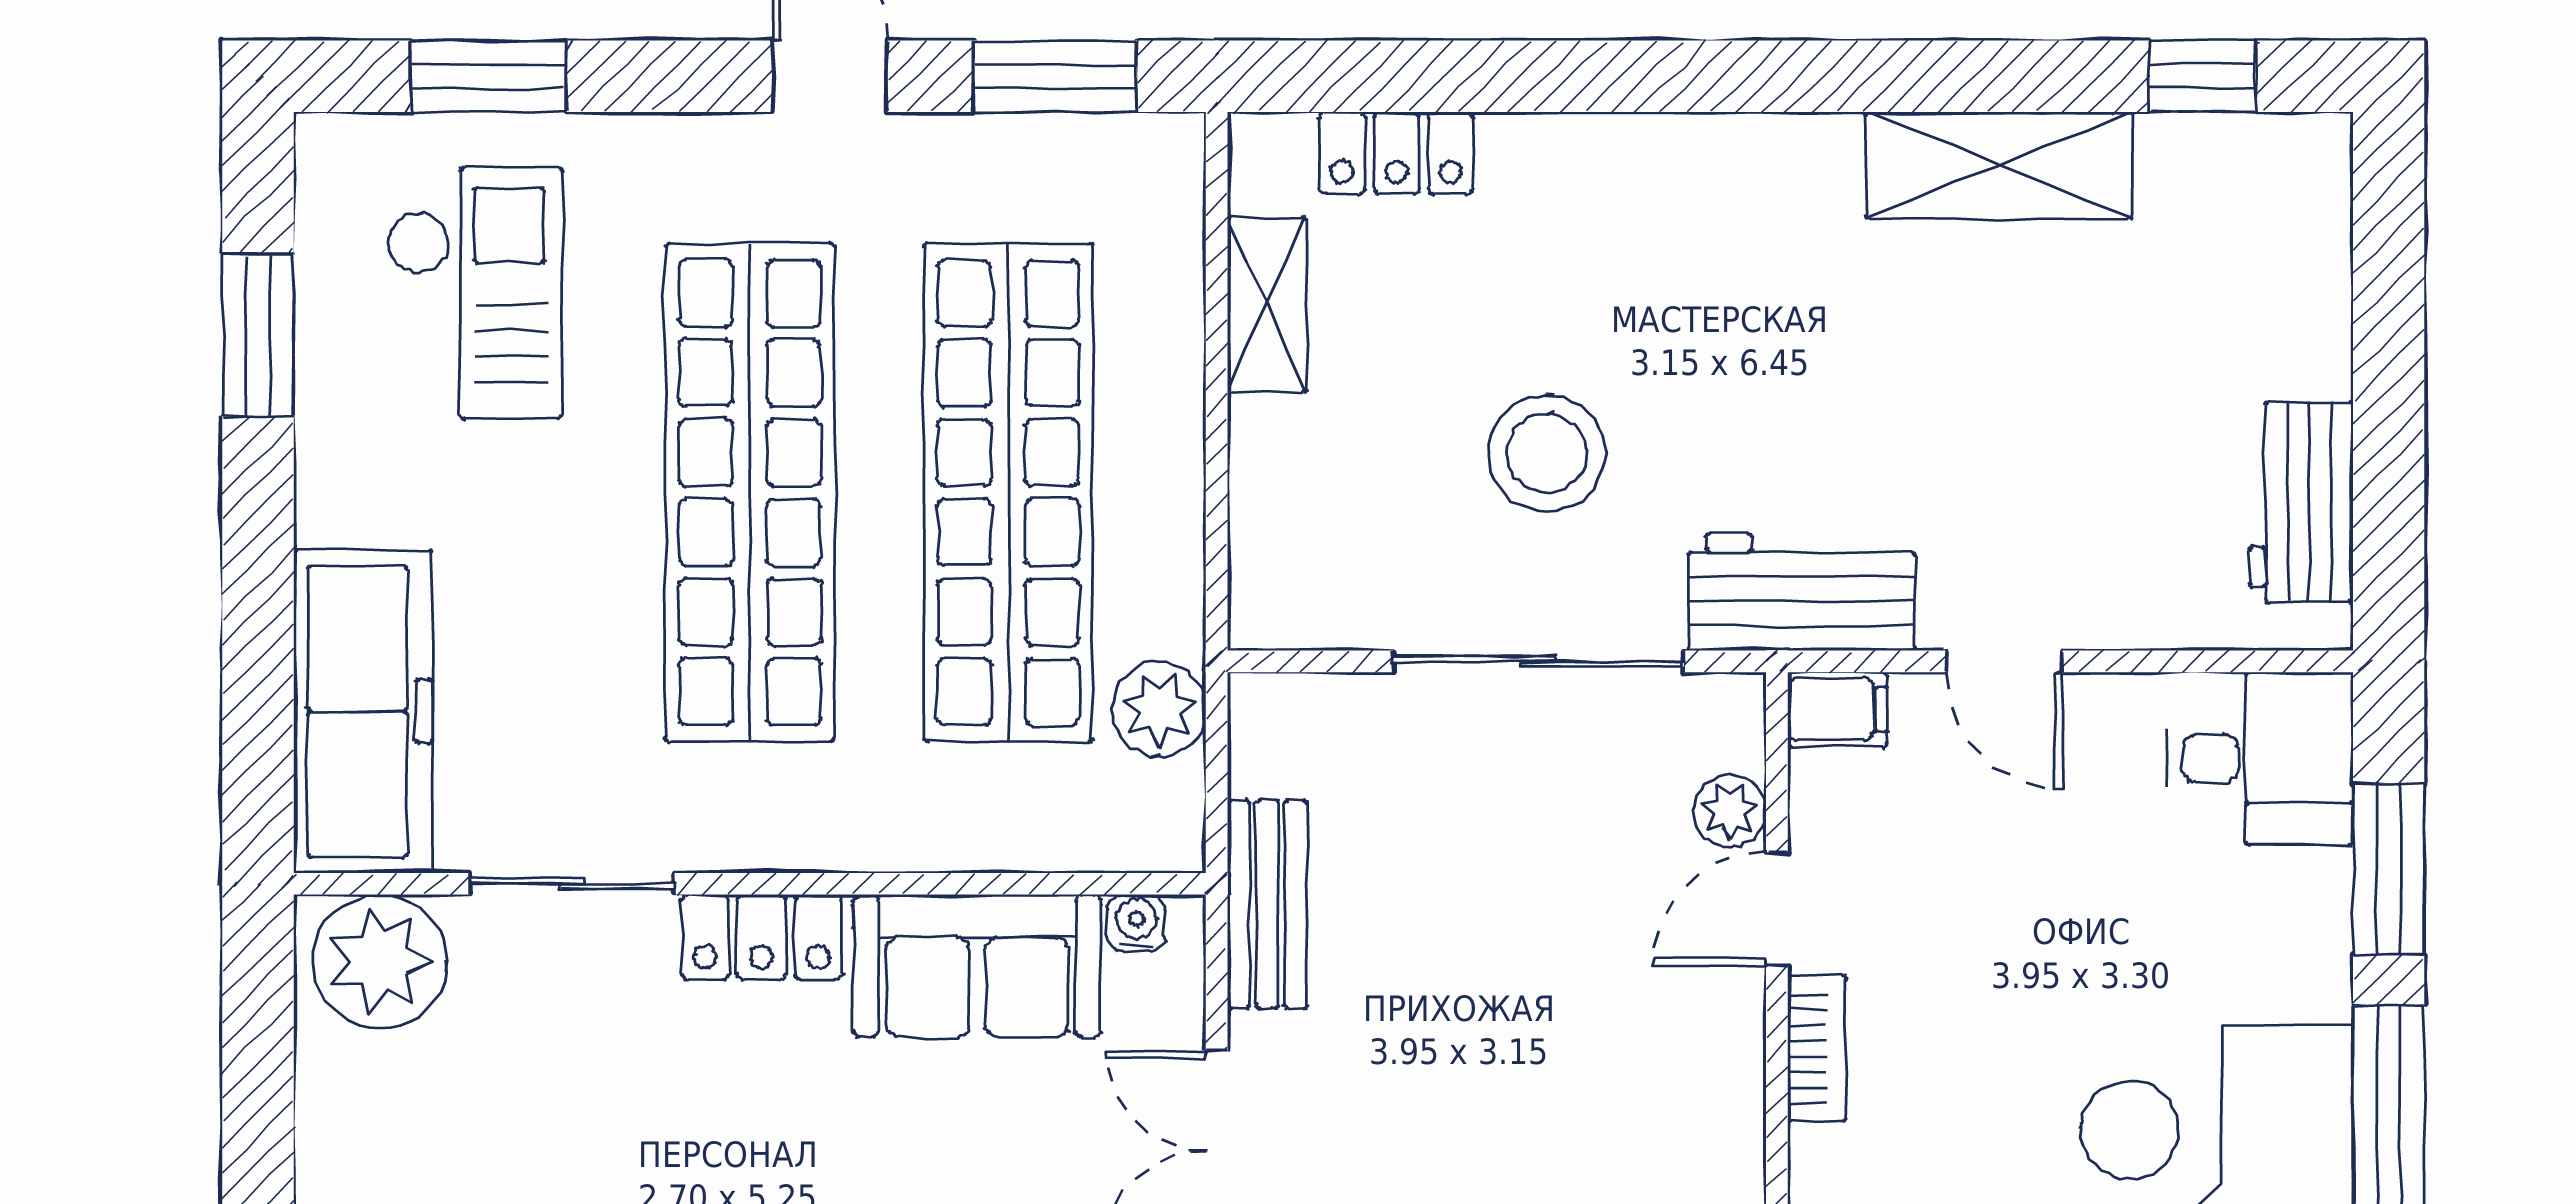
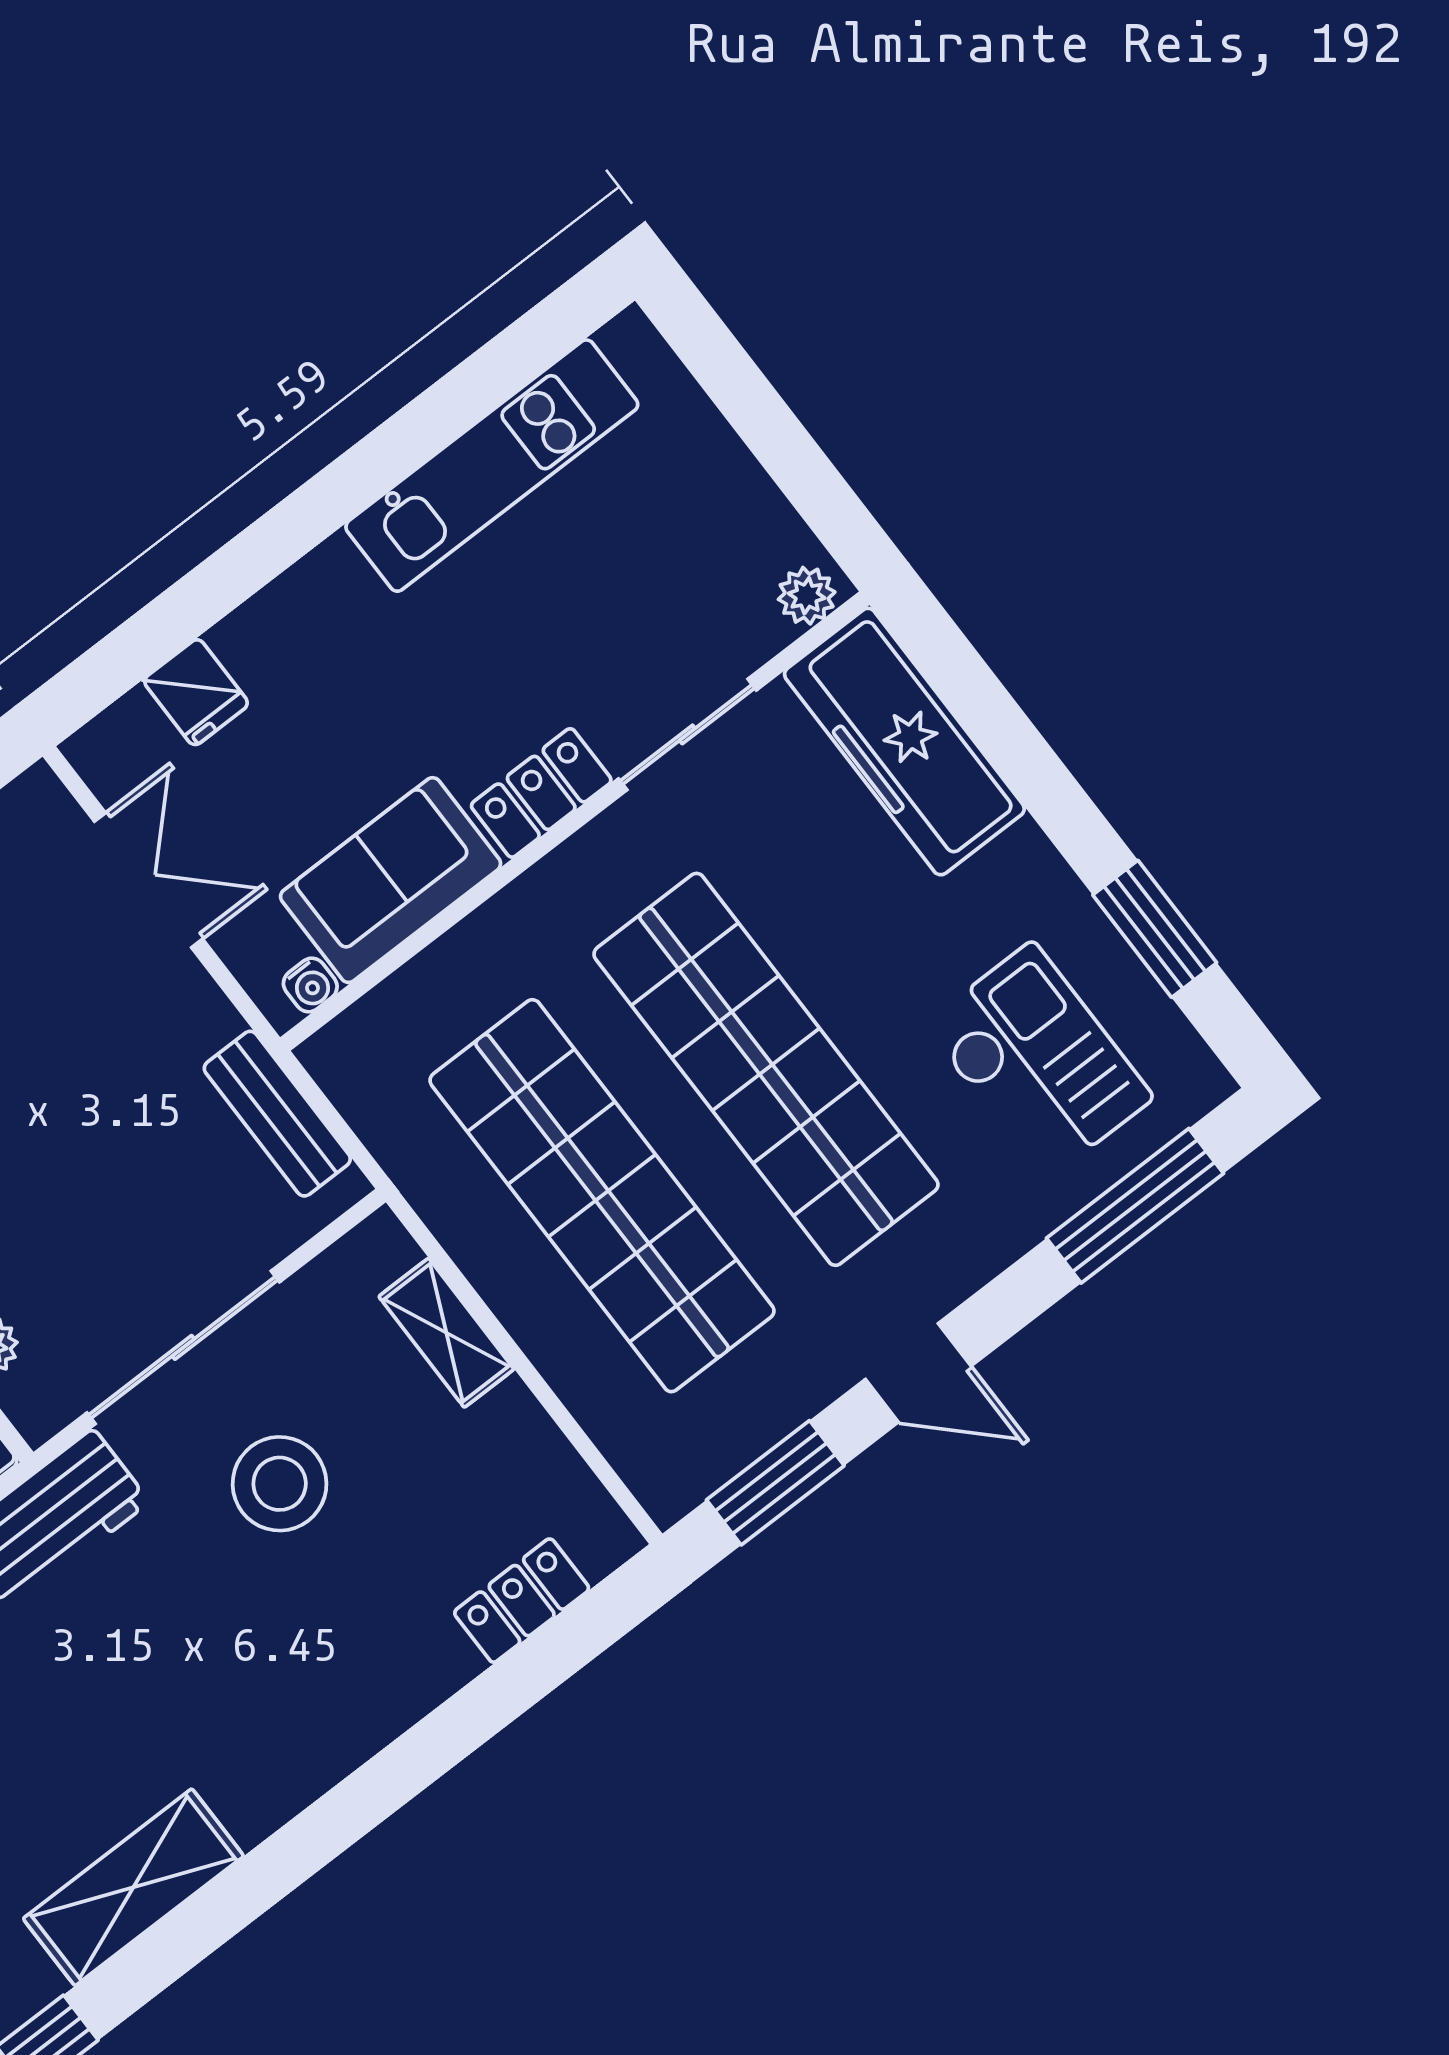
window: (489, 76) -> (1135, 1206), width x1.44
checkout: (474, 293) -> (1038, 1061), turned 180
shelving: (1267, 304) -> (446, 1333), moved
plant: (1159, 709) -> (401, 1132), removed
bench: (1267, 904) -> (277, 1114), moved
plant: (380, 961) -> (807, 596), width x0.53, depth x0.53

